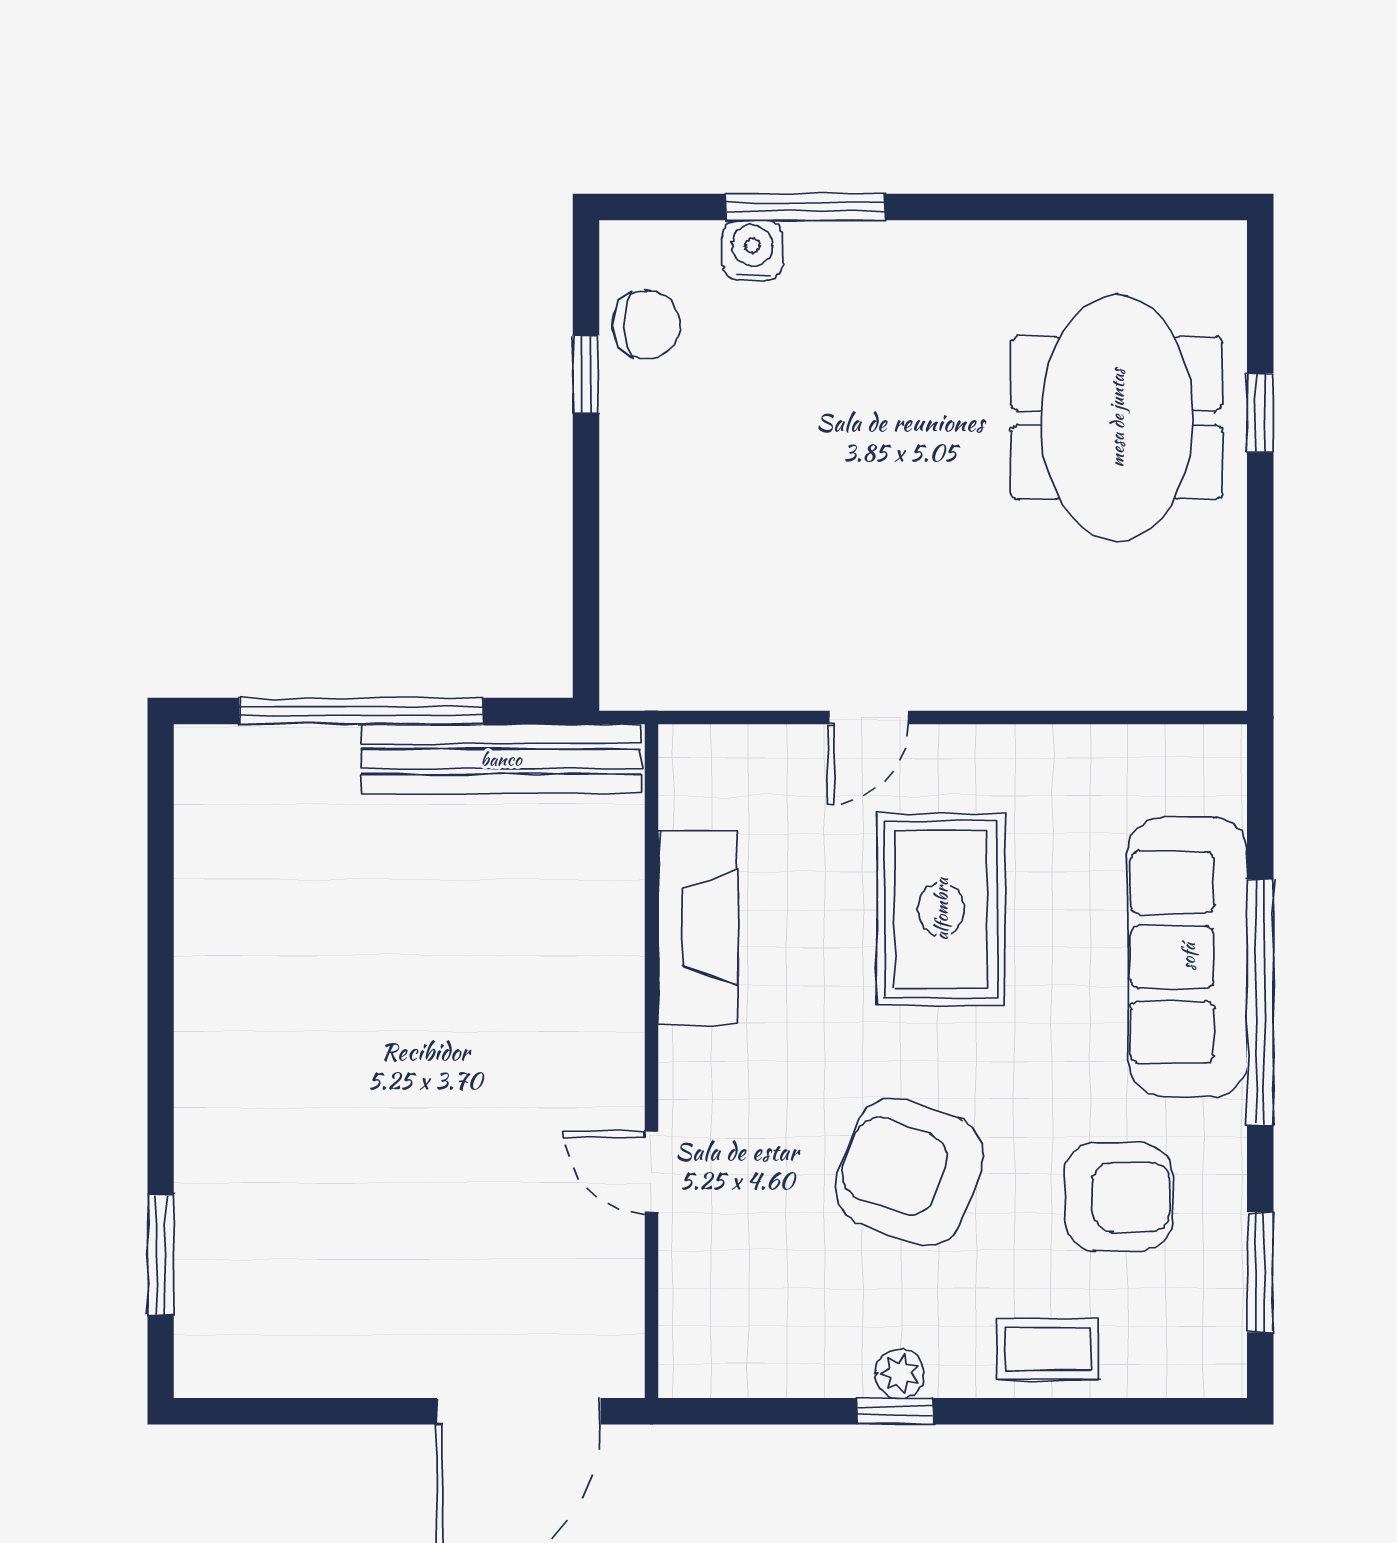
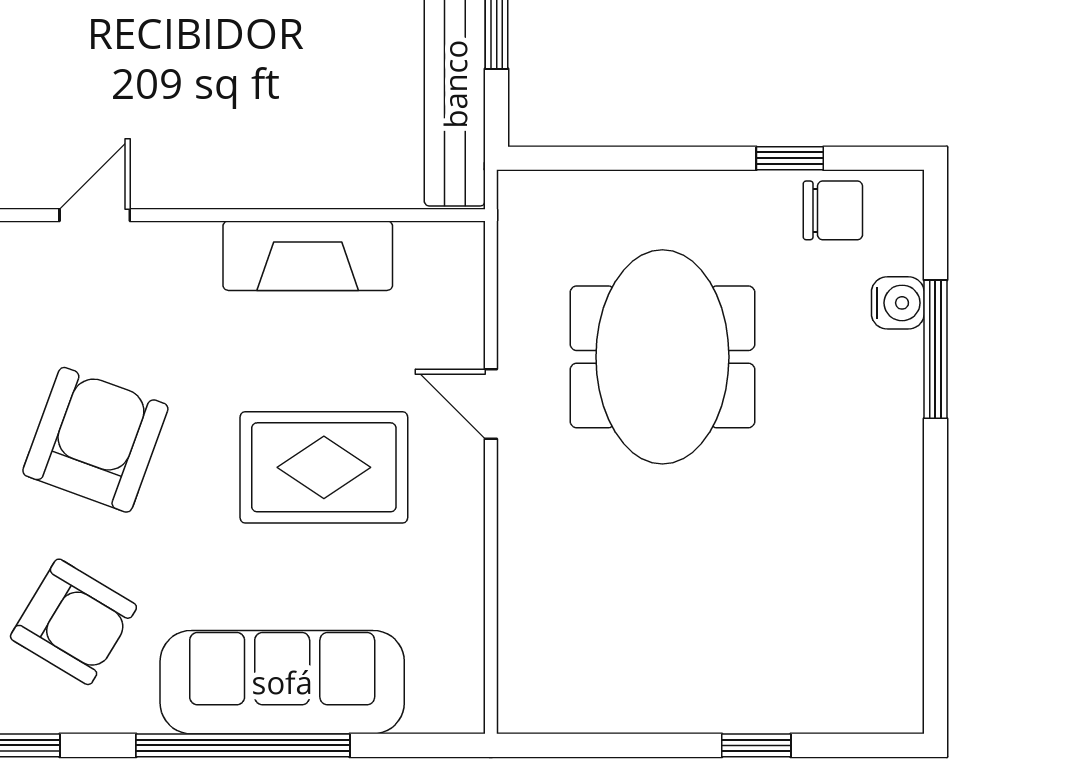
chair: (646, 325) -> (833, 210), turned -90
meeting table: (1117, 418) -> (662, 357), moved, turned 90
armchair: (1118, 1197) -> (73, 622), turned -59

